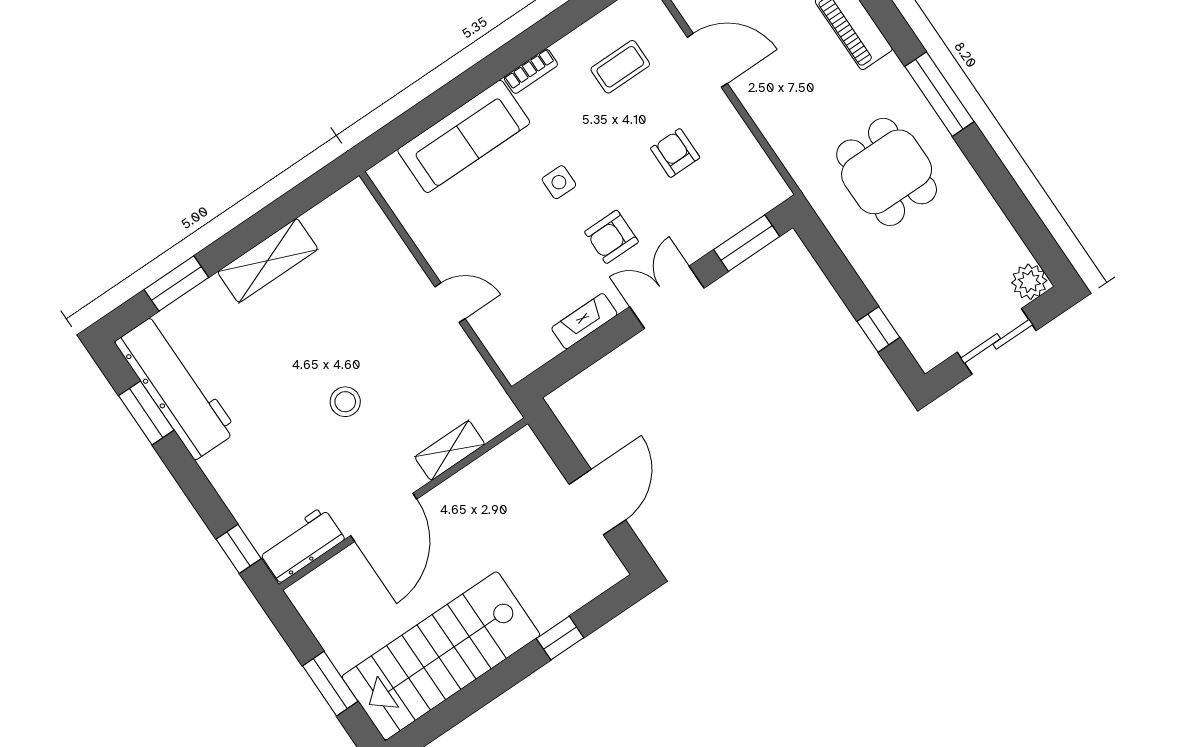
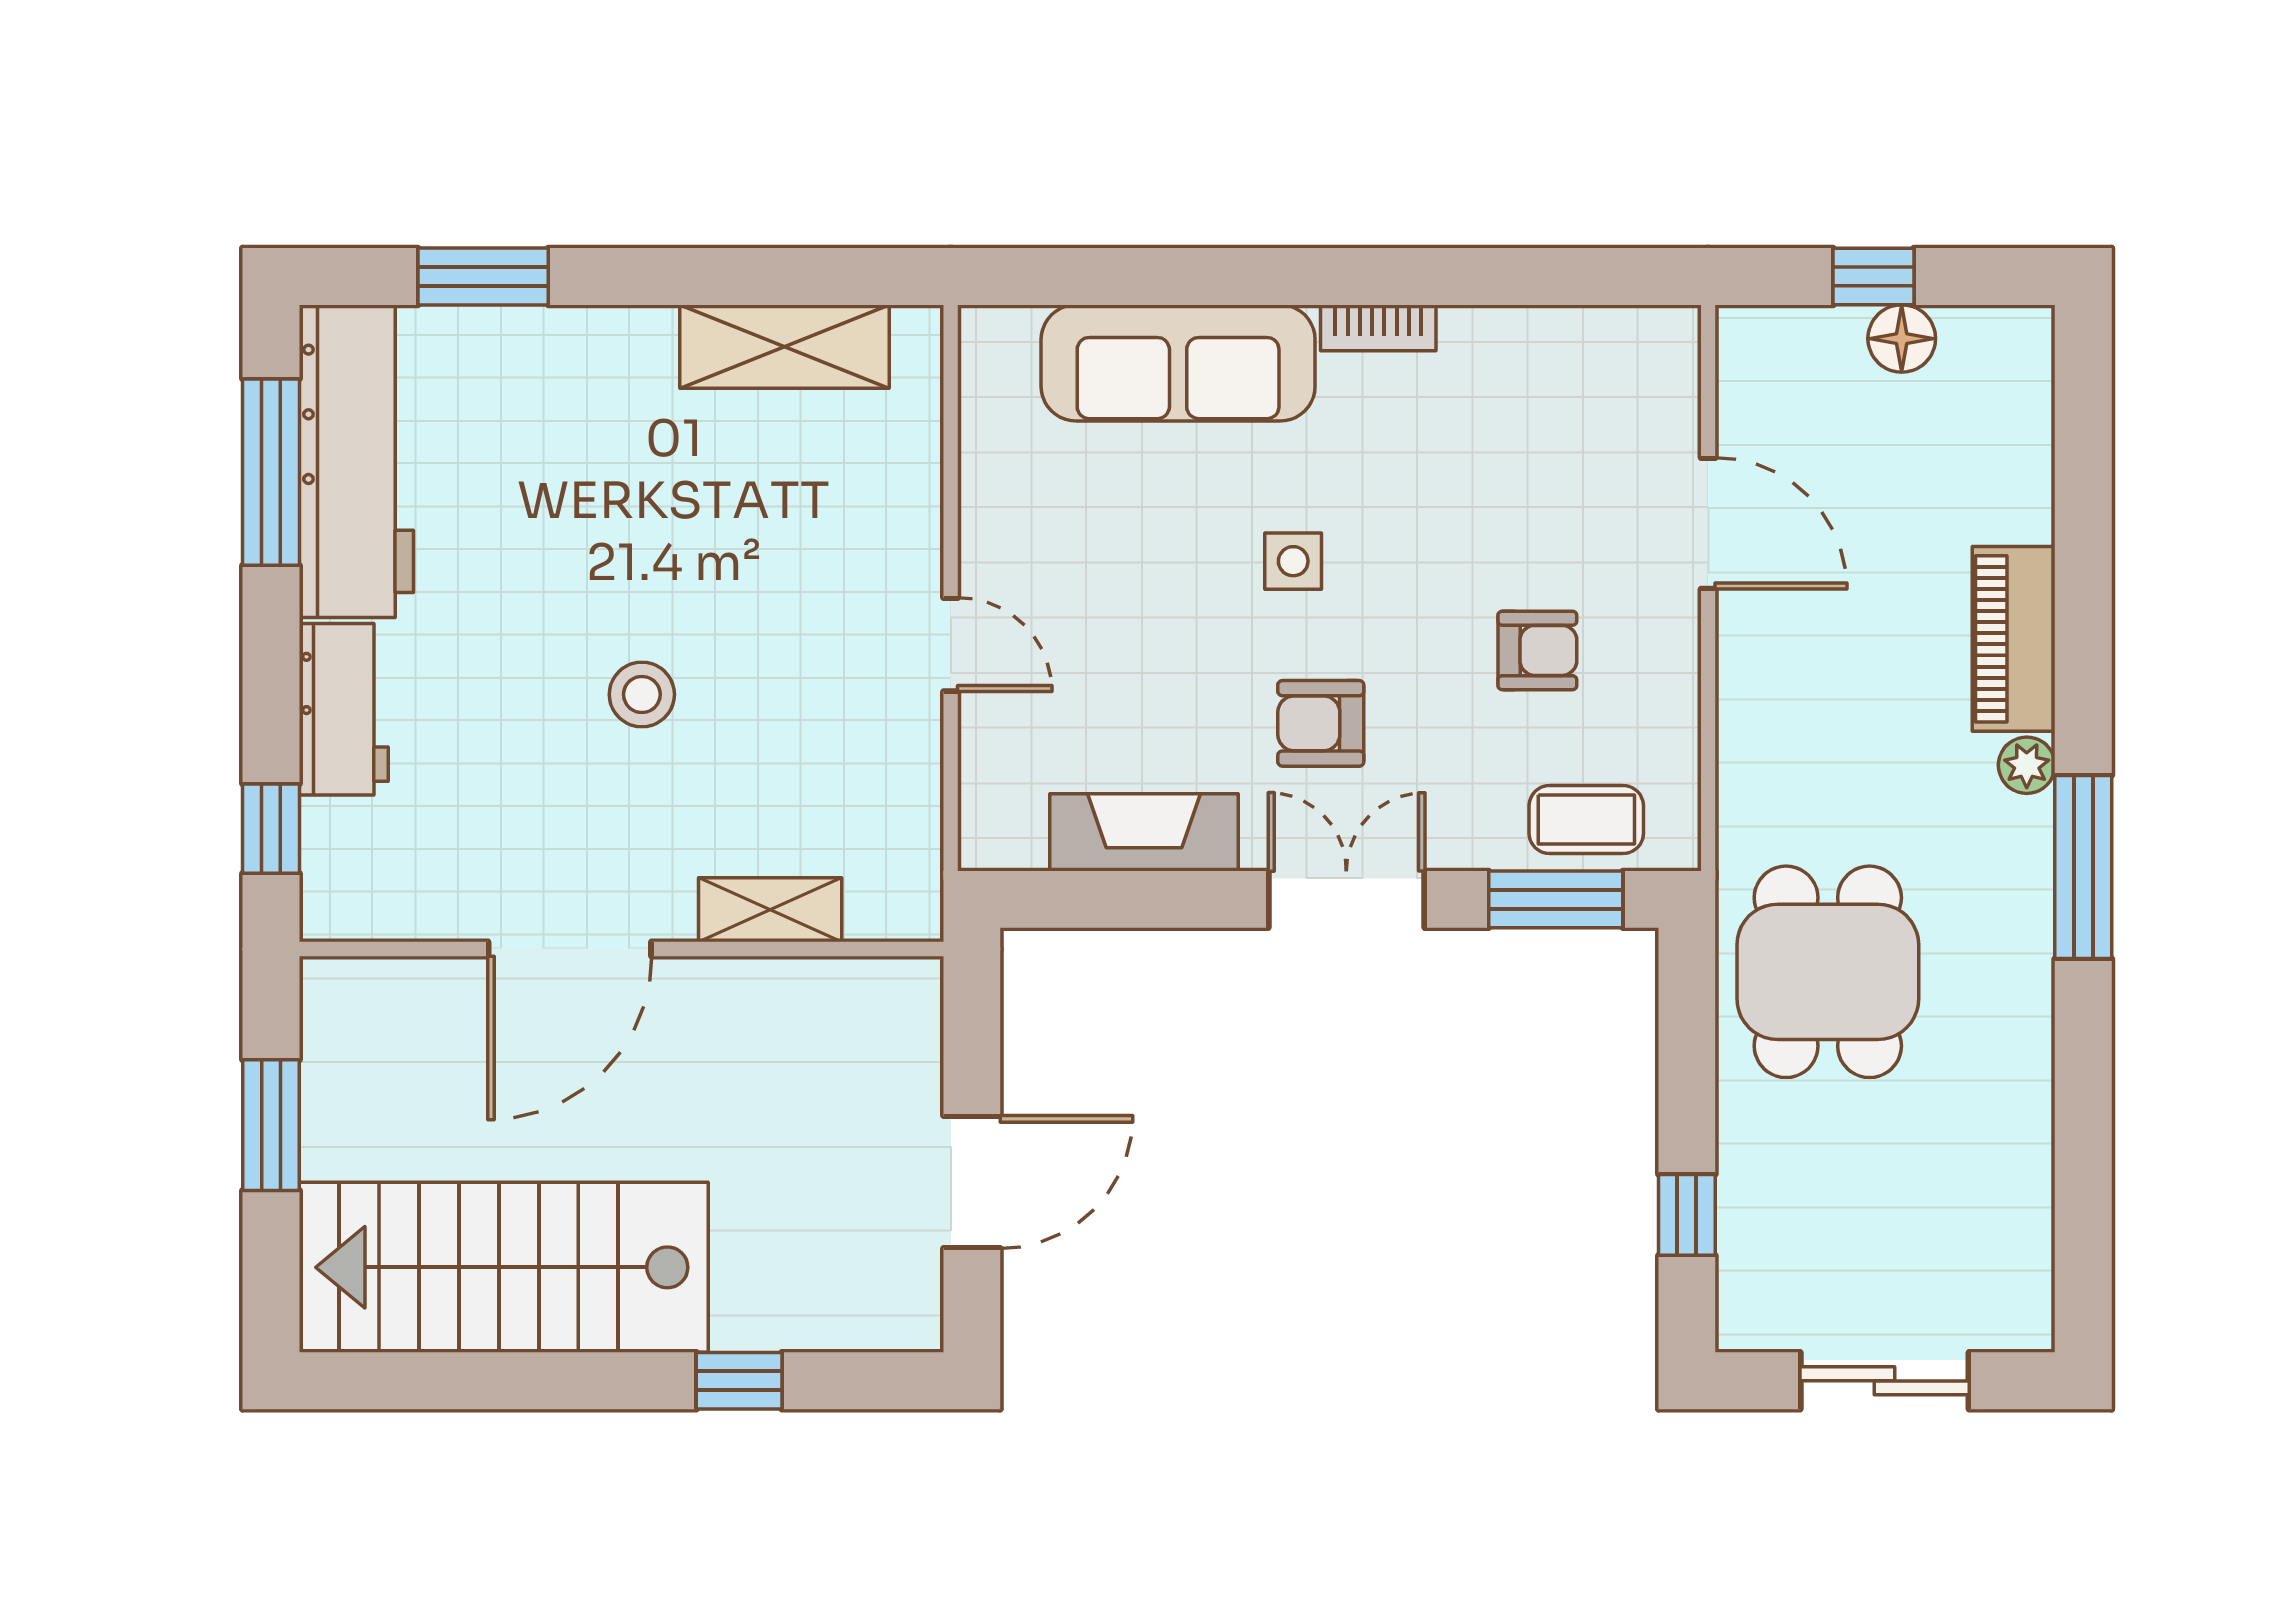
coffee table: (620, 67) -> (1586, 820), moved
armchair: (675, 153) -> (1537, 650), turned 90
dining table: (887, 172) -> (1828, 972), moved
shelving: (268, 261) -> (785, 347), moved
plant: (1029, 282) -> (2027, 765), moved, width x0.73, depth x0.73
fireplace: (584, 321) -> (1144, 832), width x1.37, depth x1.32
window: (146, 413) -> (271, 472), width x1.44
workbench: (301, 545) -> (344, 709), moved, turned 90
window: (330, 684) -> (271, 1125), moved

